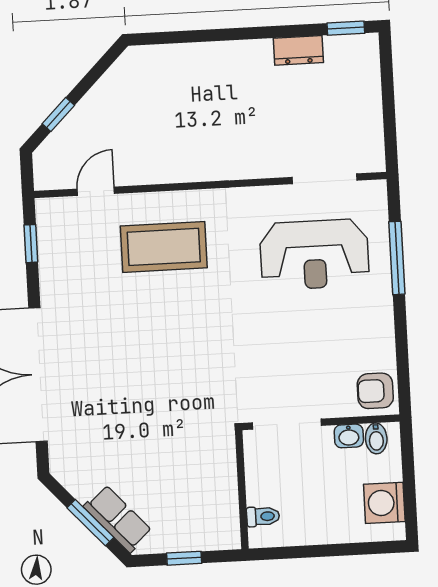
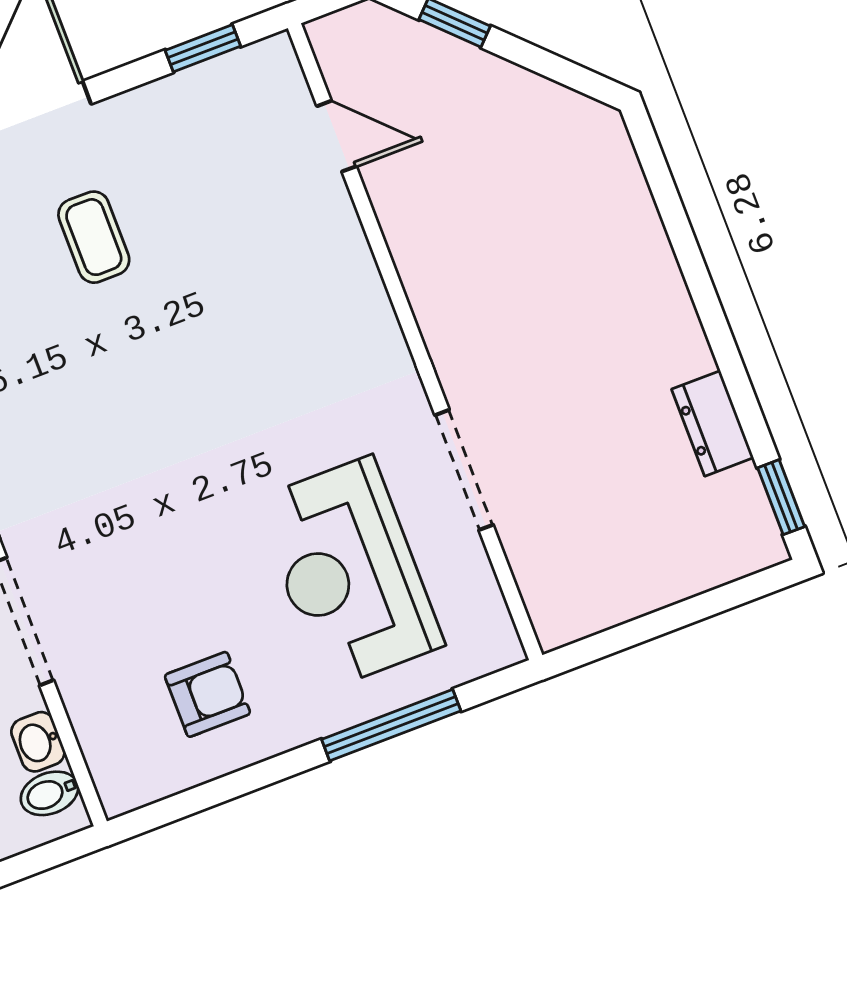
doorway: (325, 179) -> (464, 470), moved
coffee table: (164, 247) -> (94, 237), moved, width x0.54, depth x0.58
armchair: (375, 391) -> (207, 694), moved, turned 90

